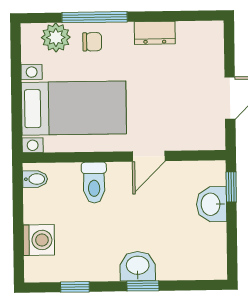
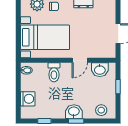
window: (231, 187) -> (118, 87), moved
washbasin: (211, 204) -> (100, 70), moved, turned -90
stool: (196, 262) -> (101, 110), added

